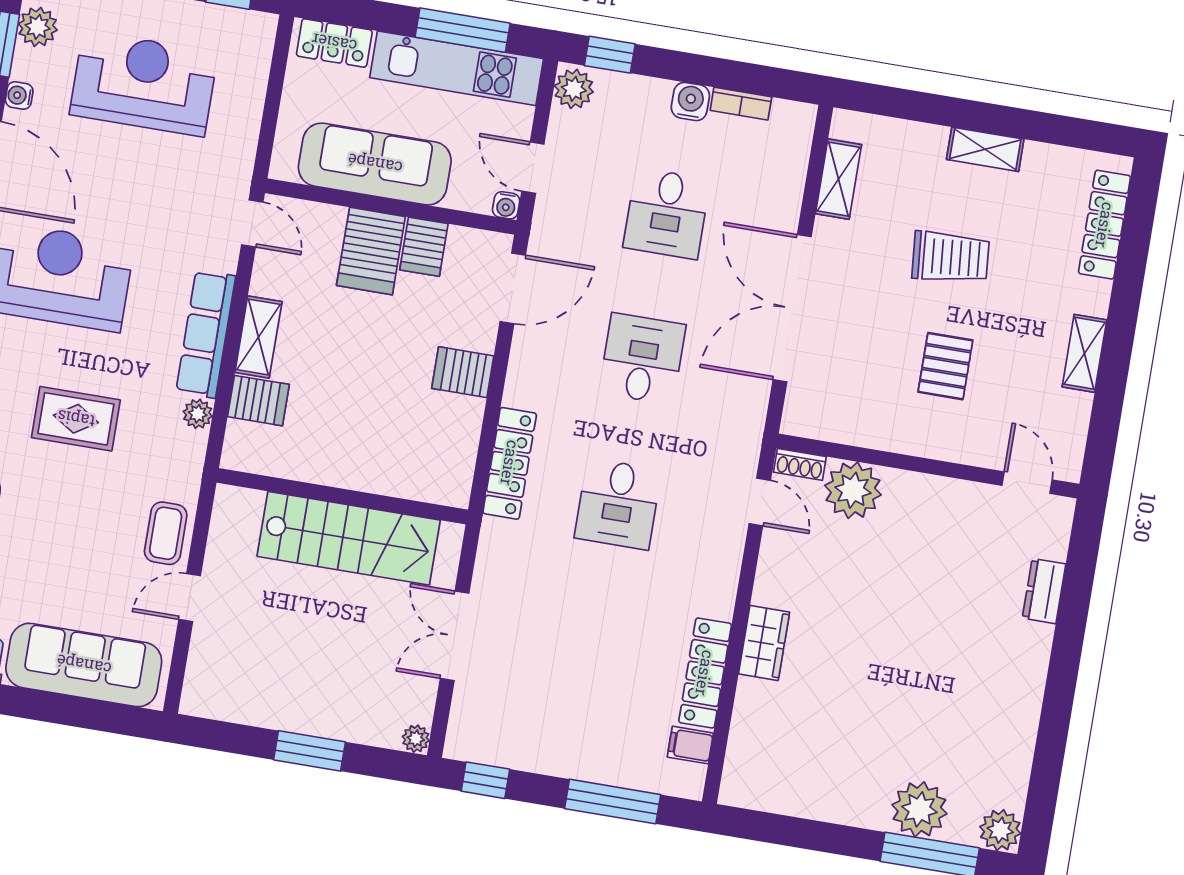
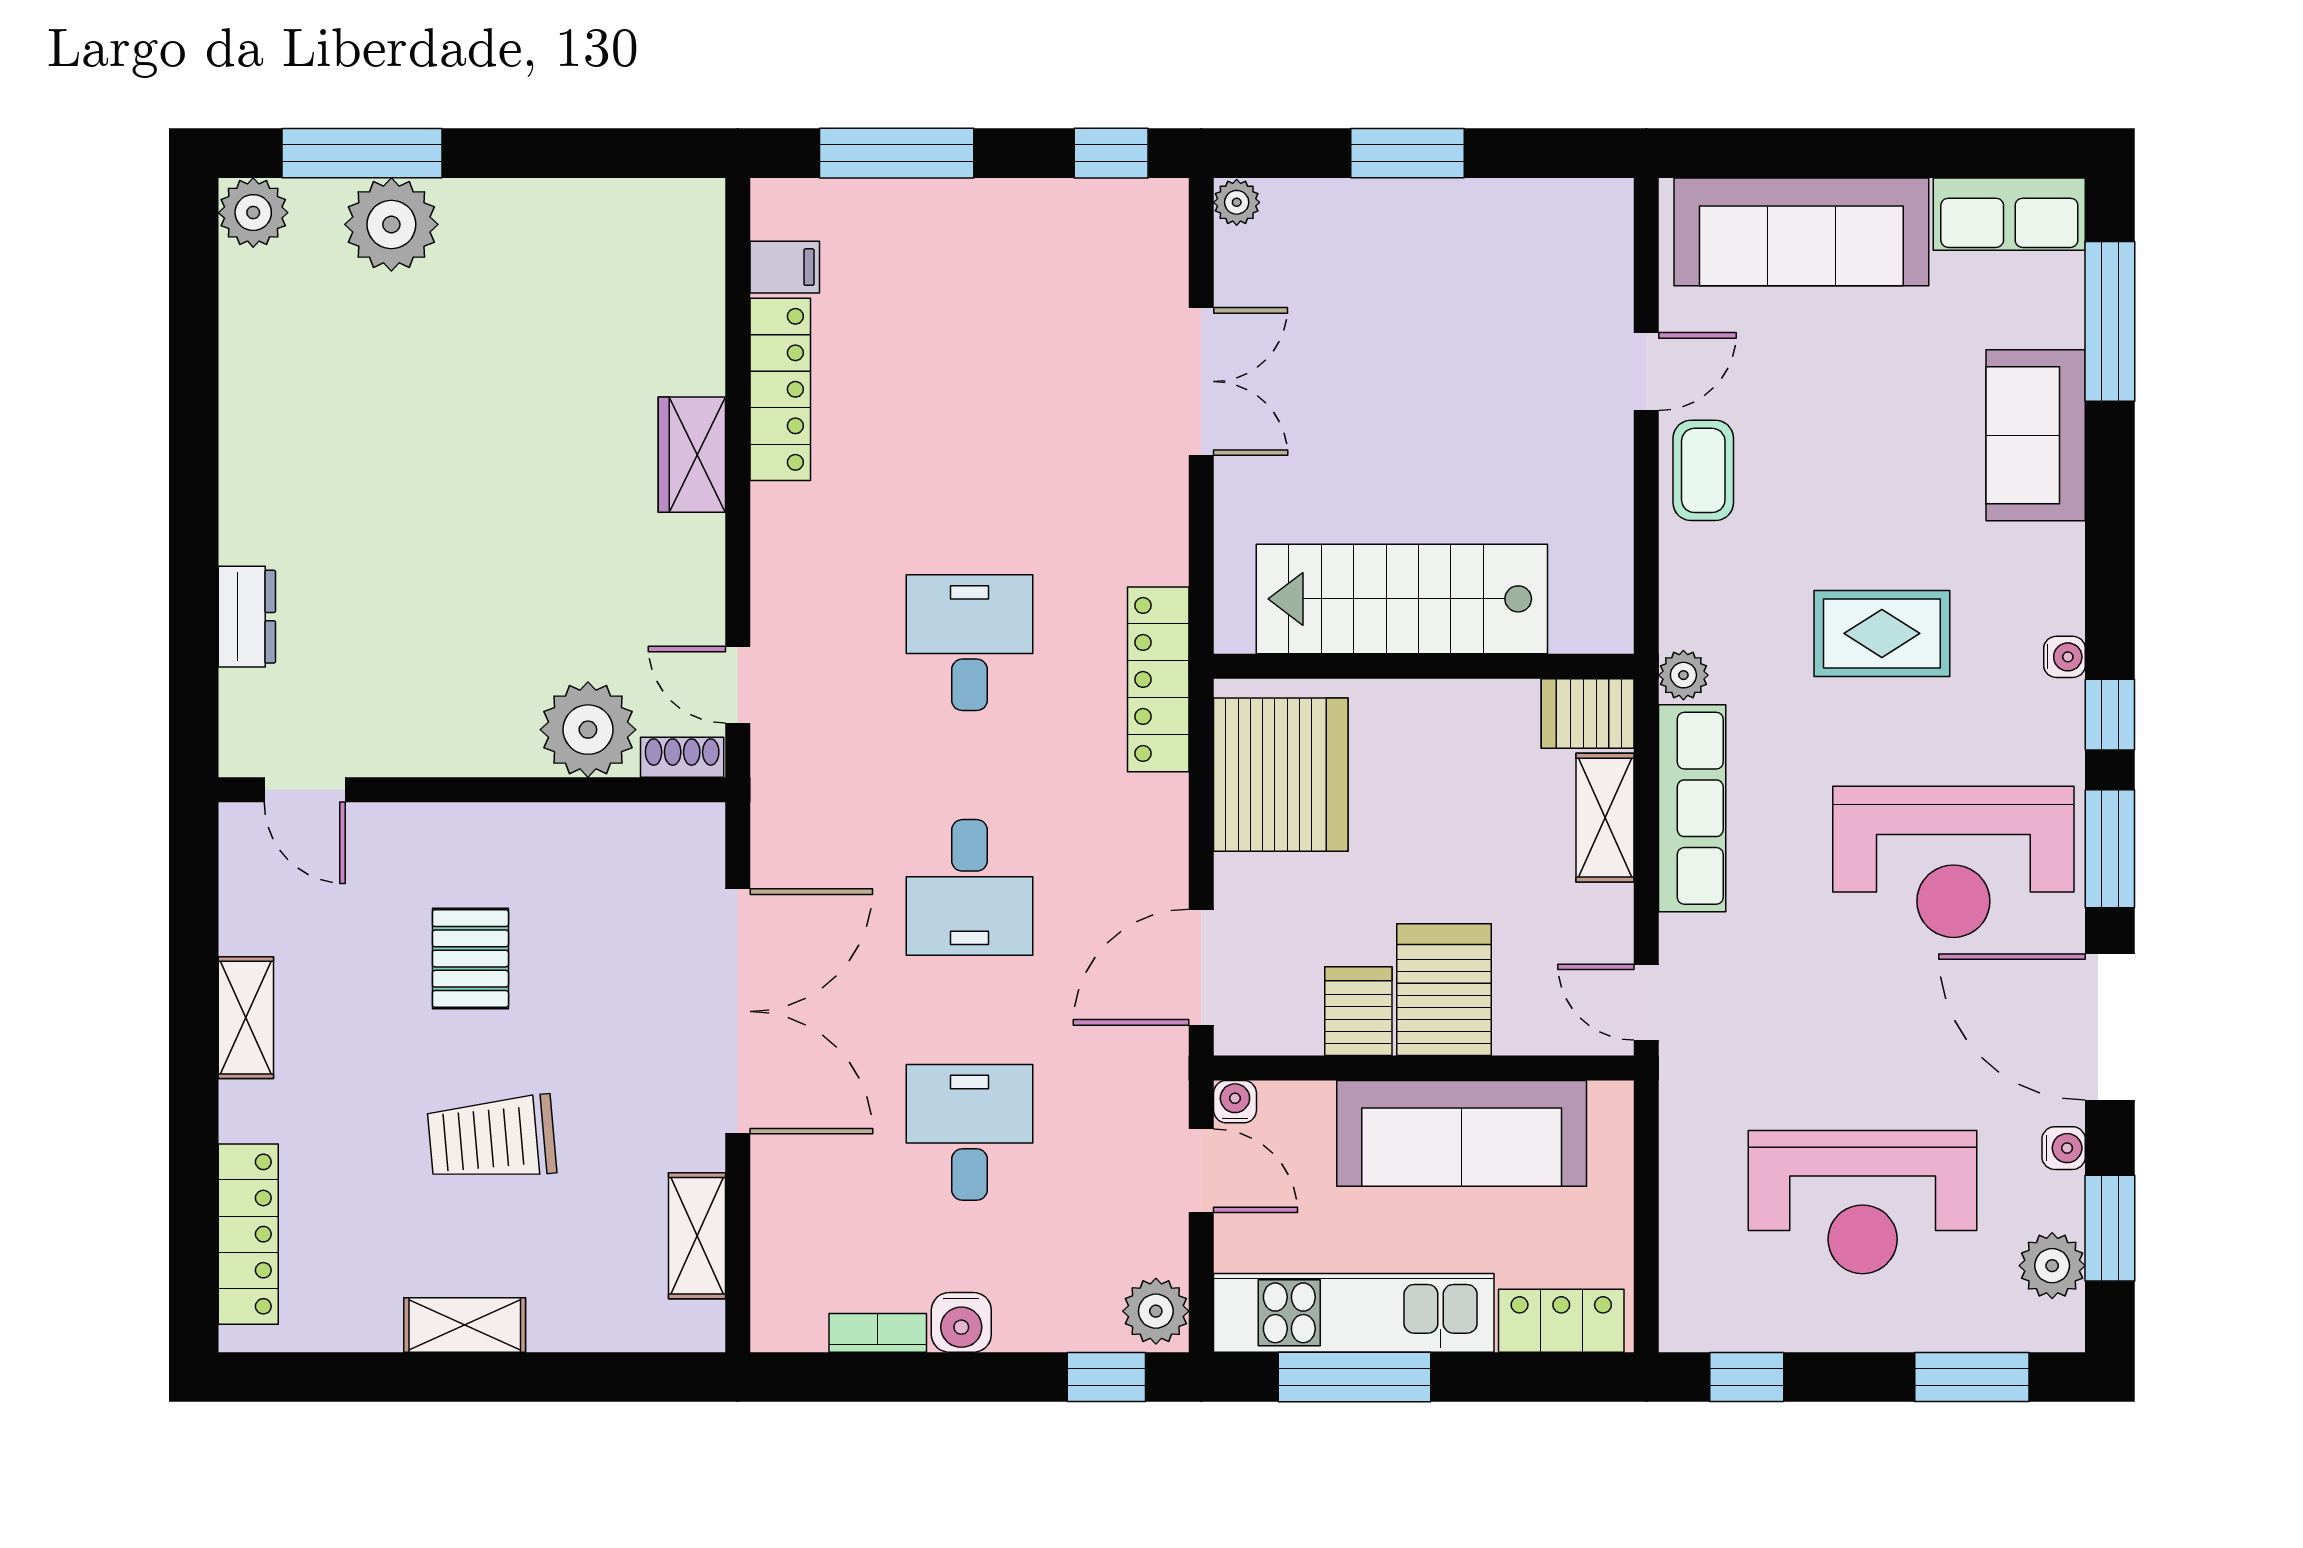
server rack: (463, 372) -> (1281, 775), width x2.18, depth x1.44
wall: (342, 496) -> (1424, 666), moved
stairs: (349, 538) -> (1402, 599), moved

